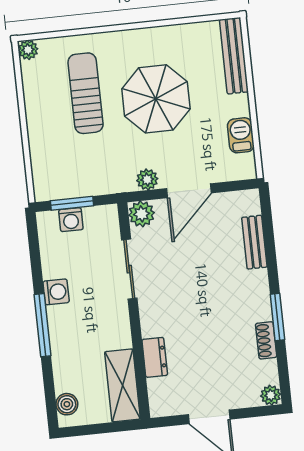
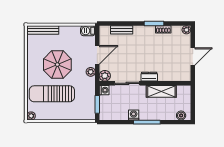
sun lounger: (86, 93) -> (52, 94), width x1.36, depth x1.34
barbecue: (241, 135) -> (88, 31), moved
door: (189, 191) -> (97, 55), hinge flipped
washing machine: (71, 220) -> (104, 90), moved
dresser: (155, 357) -> (149, 77), moved
shelving: (122, 385) -> (161, 91), moved

